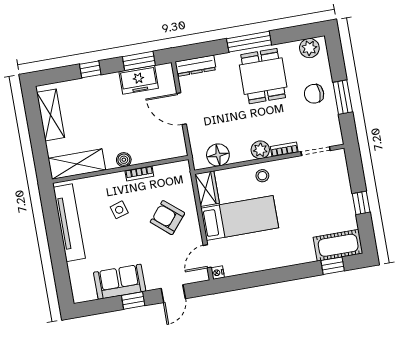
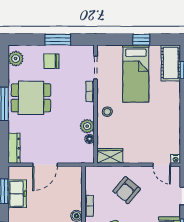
chair: (314, 94) -> (51, 61), turned 90
plant: (260, 150) -> (87, 126), moved
floor lamp: (218, 155) -> (90, 139), width x0.53, depth x0.53
bed: (240, 218) -> (136, 74), moved, turned 180

